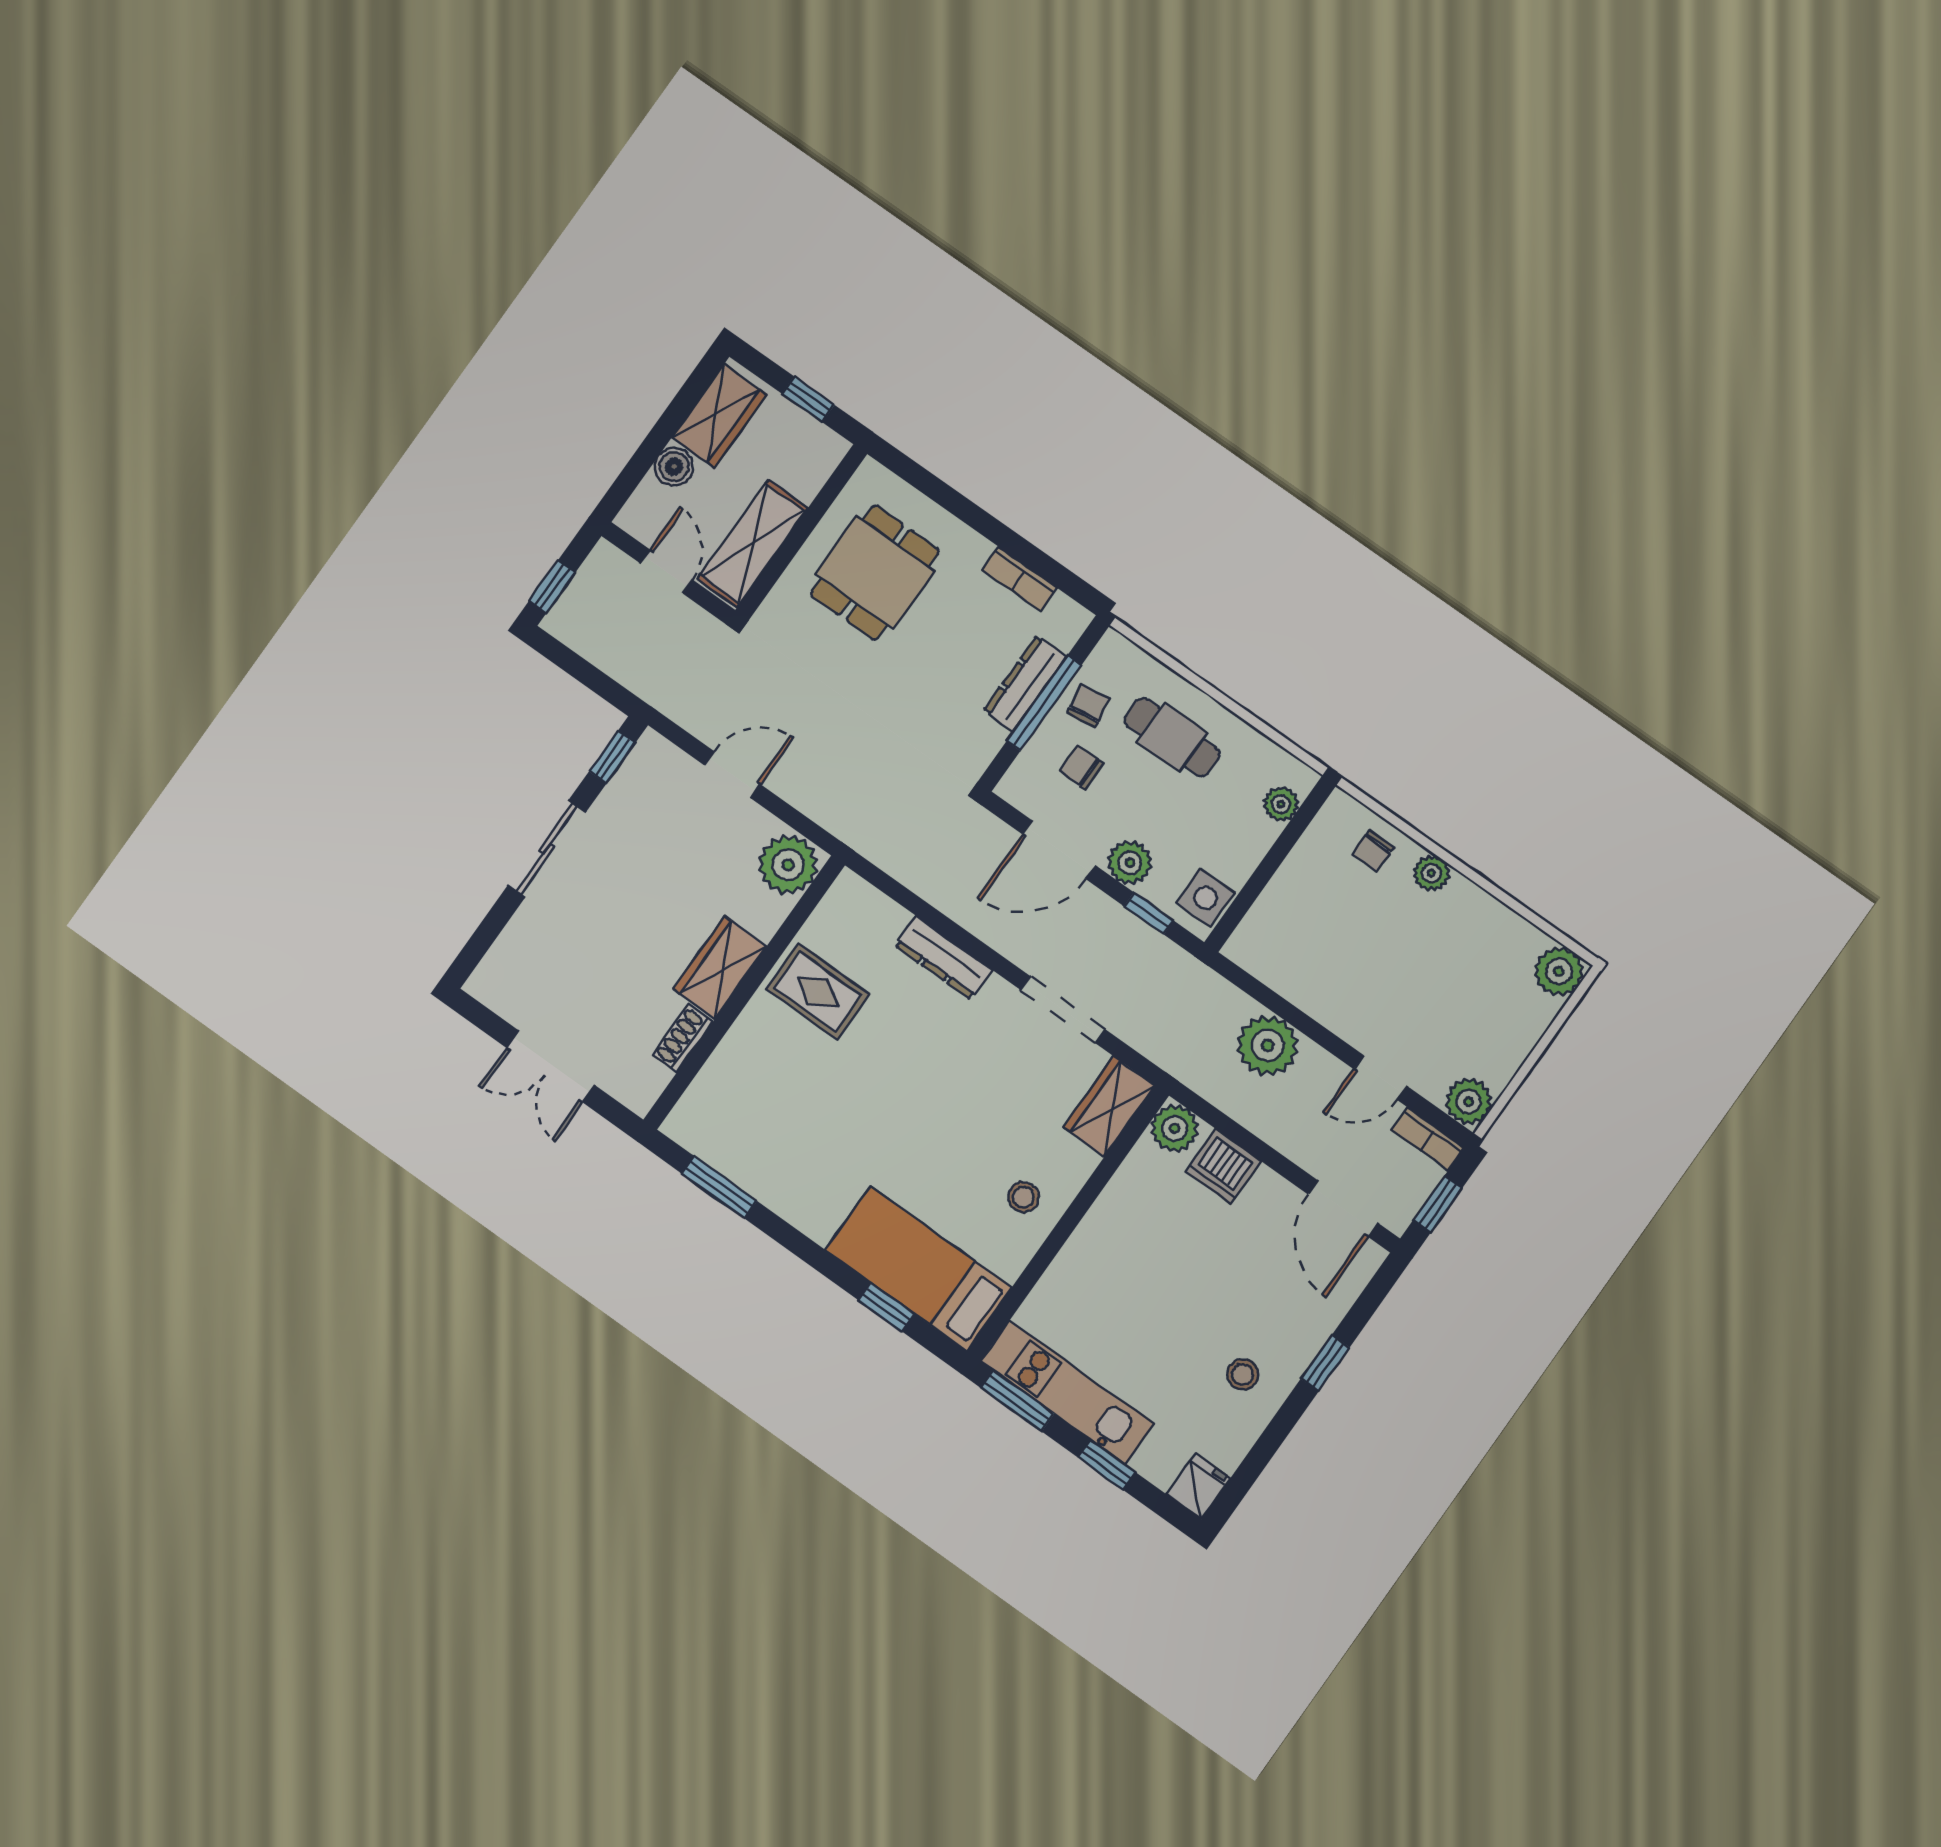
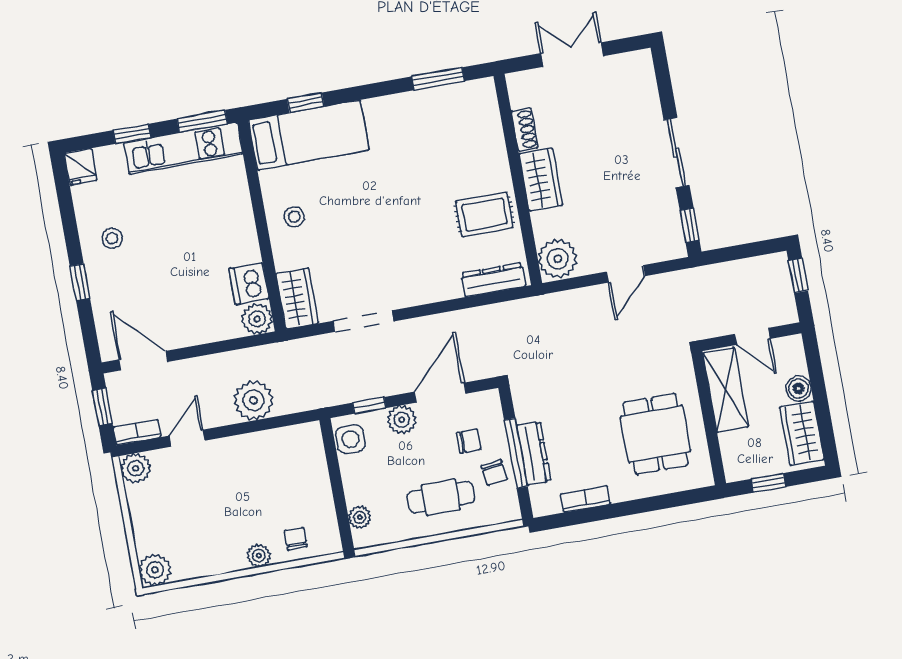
dresser: (943, 958) -> (493, 280), moved
dishwasher: (1223, 1167) -> (249, 284), moved, turned -90

